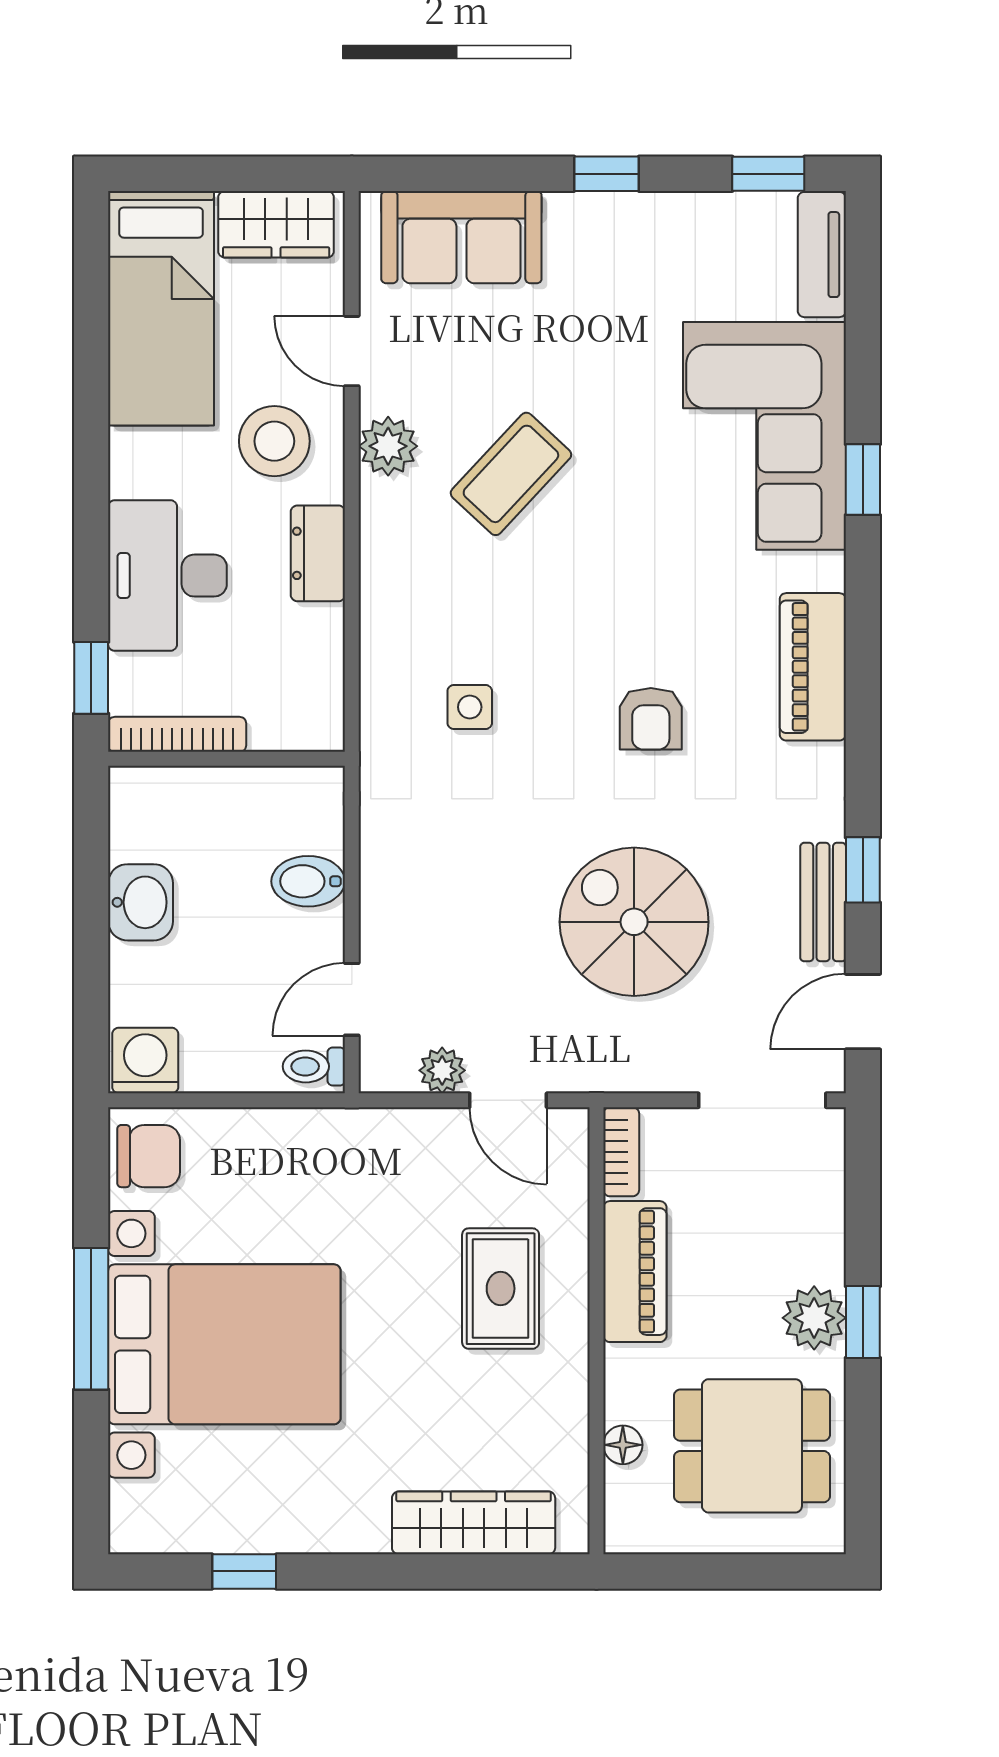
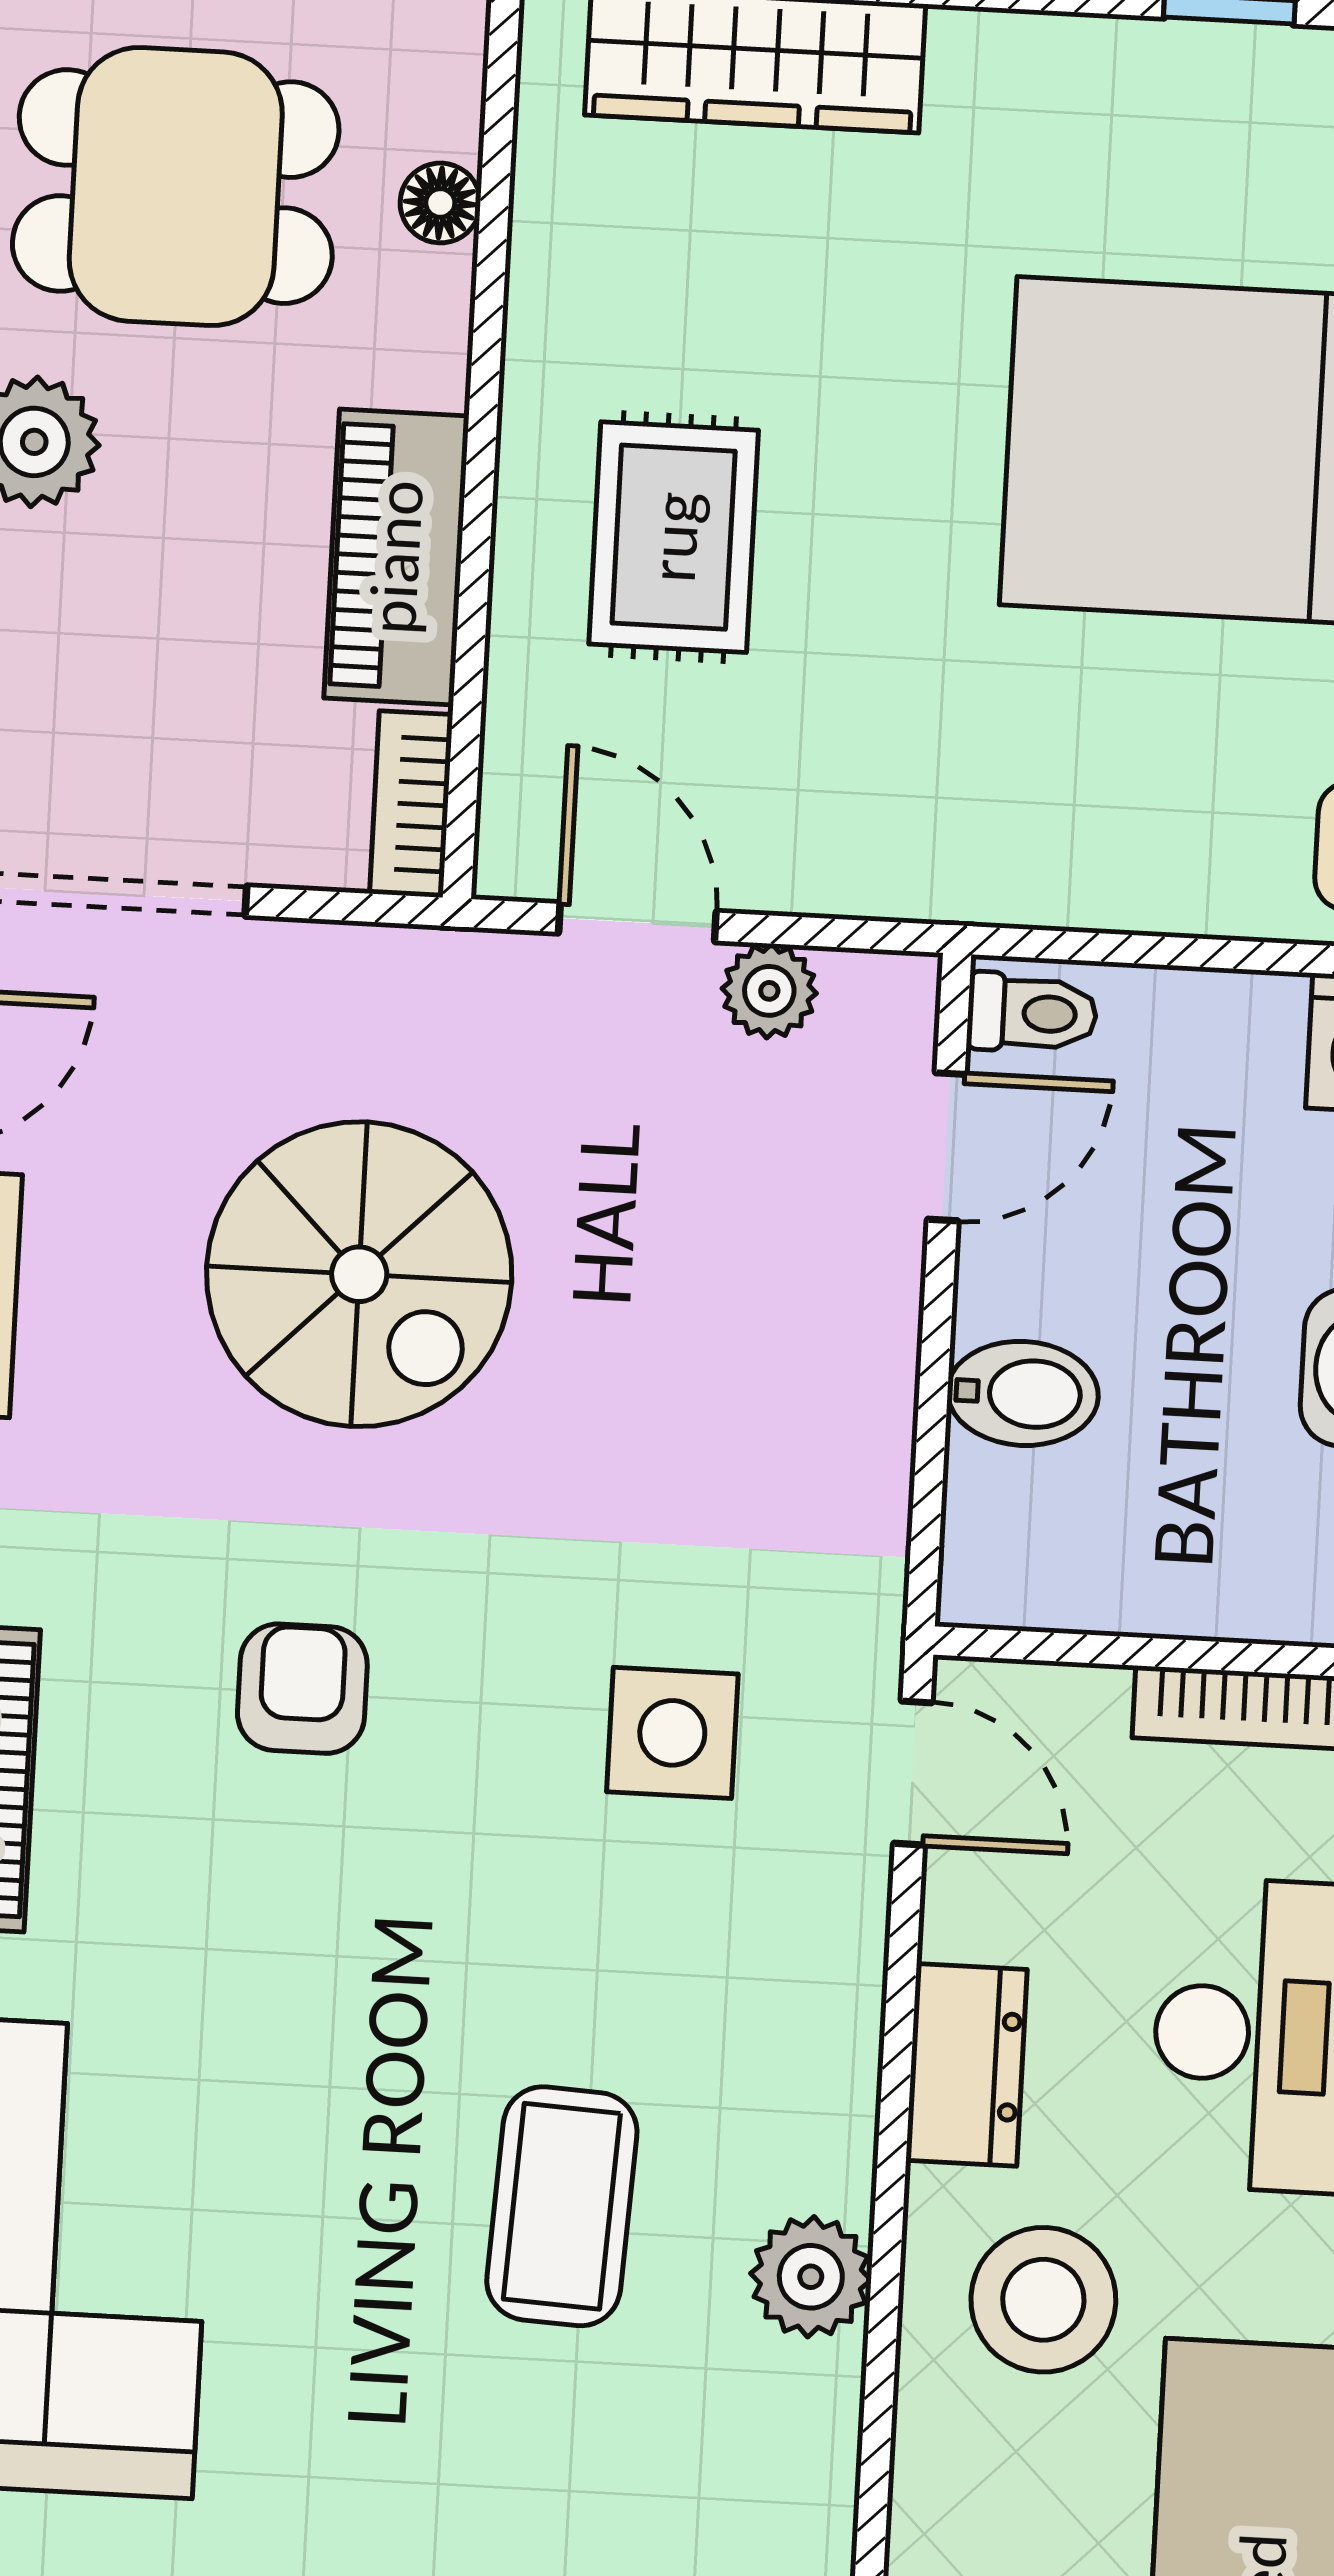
door: (352, 351) -> (913, 1773), moved
coffee table: (511, 474) -> (562, 2206), turned -40
side table: (470, 707) -> (672, 1733), width x1.37, depth x1.37

